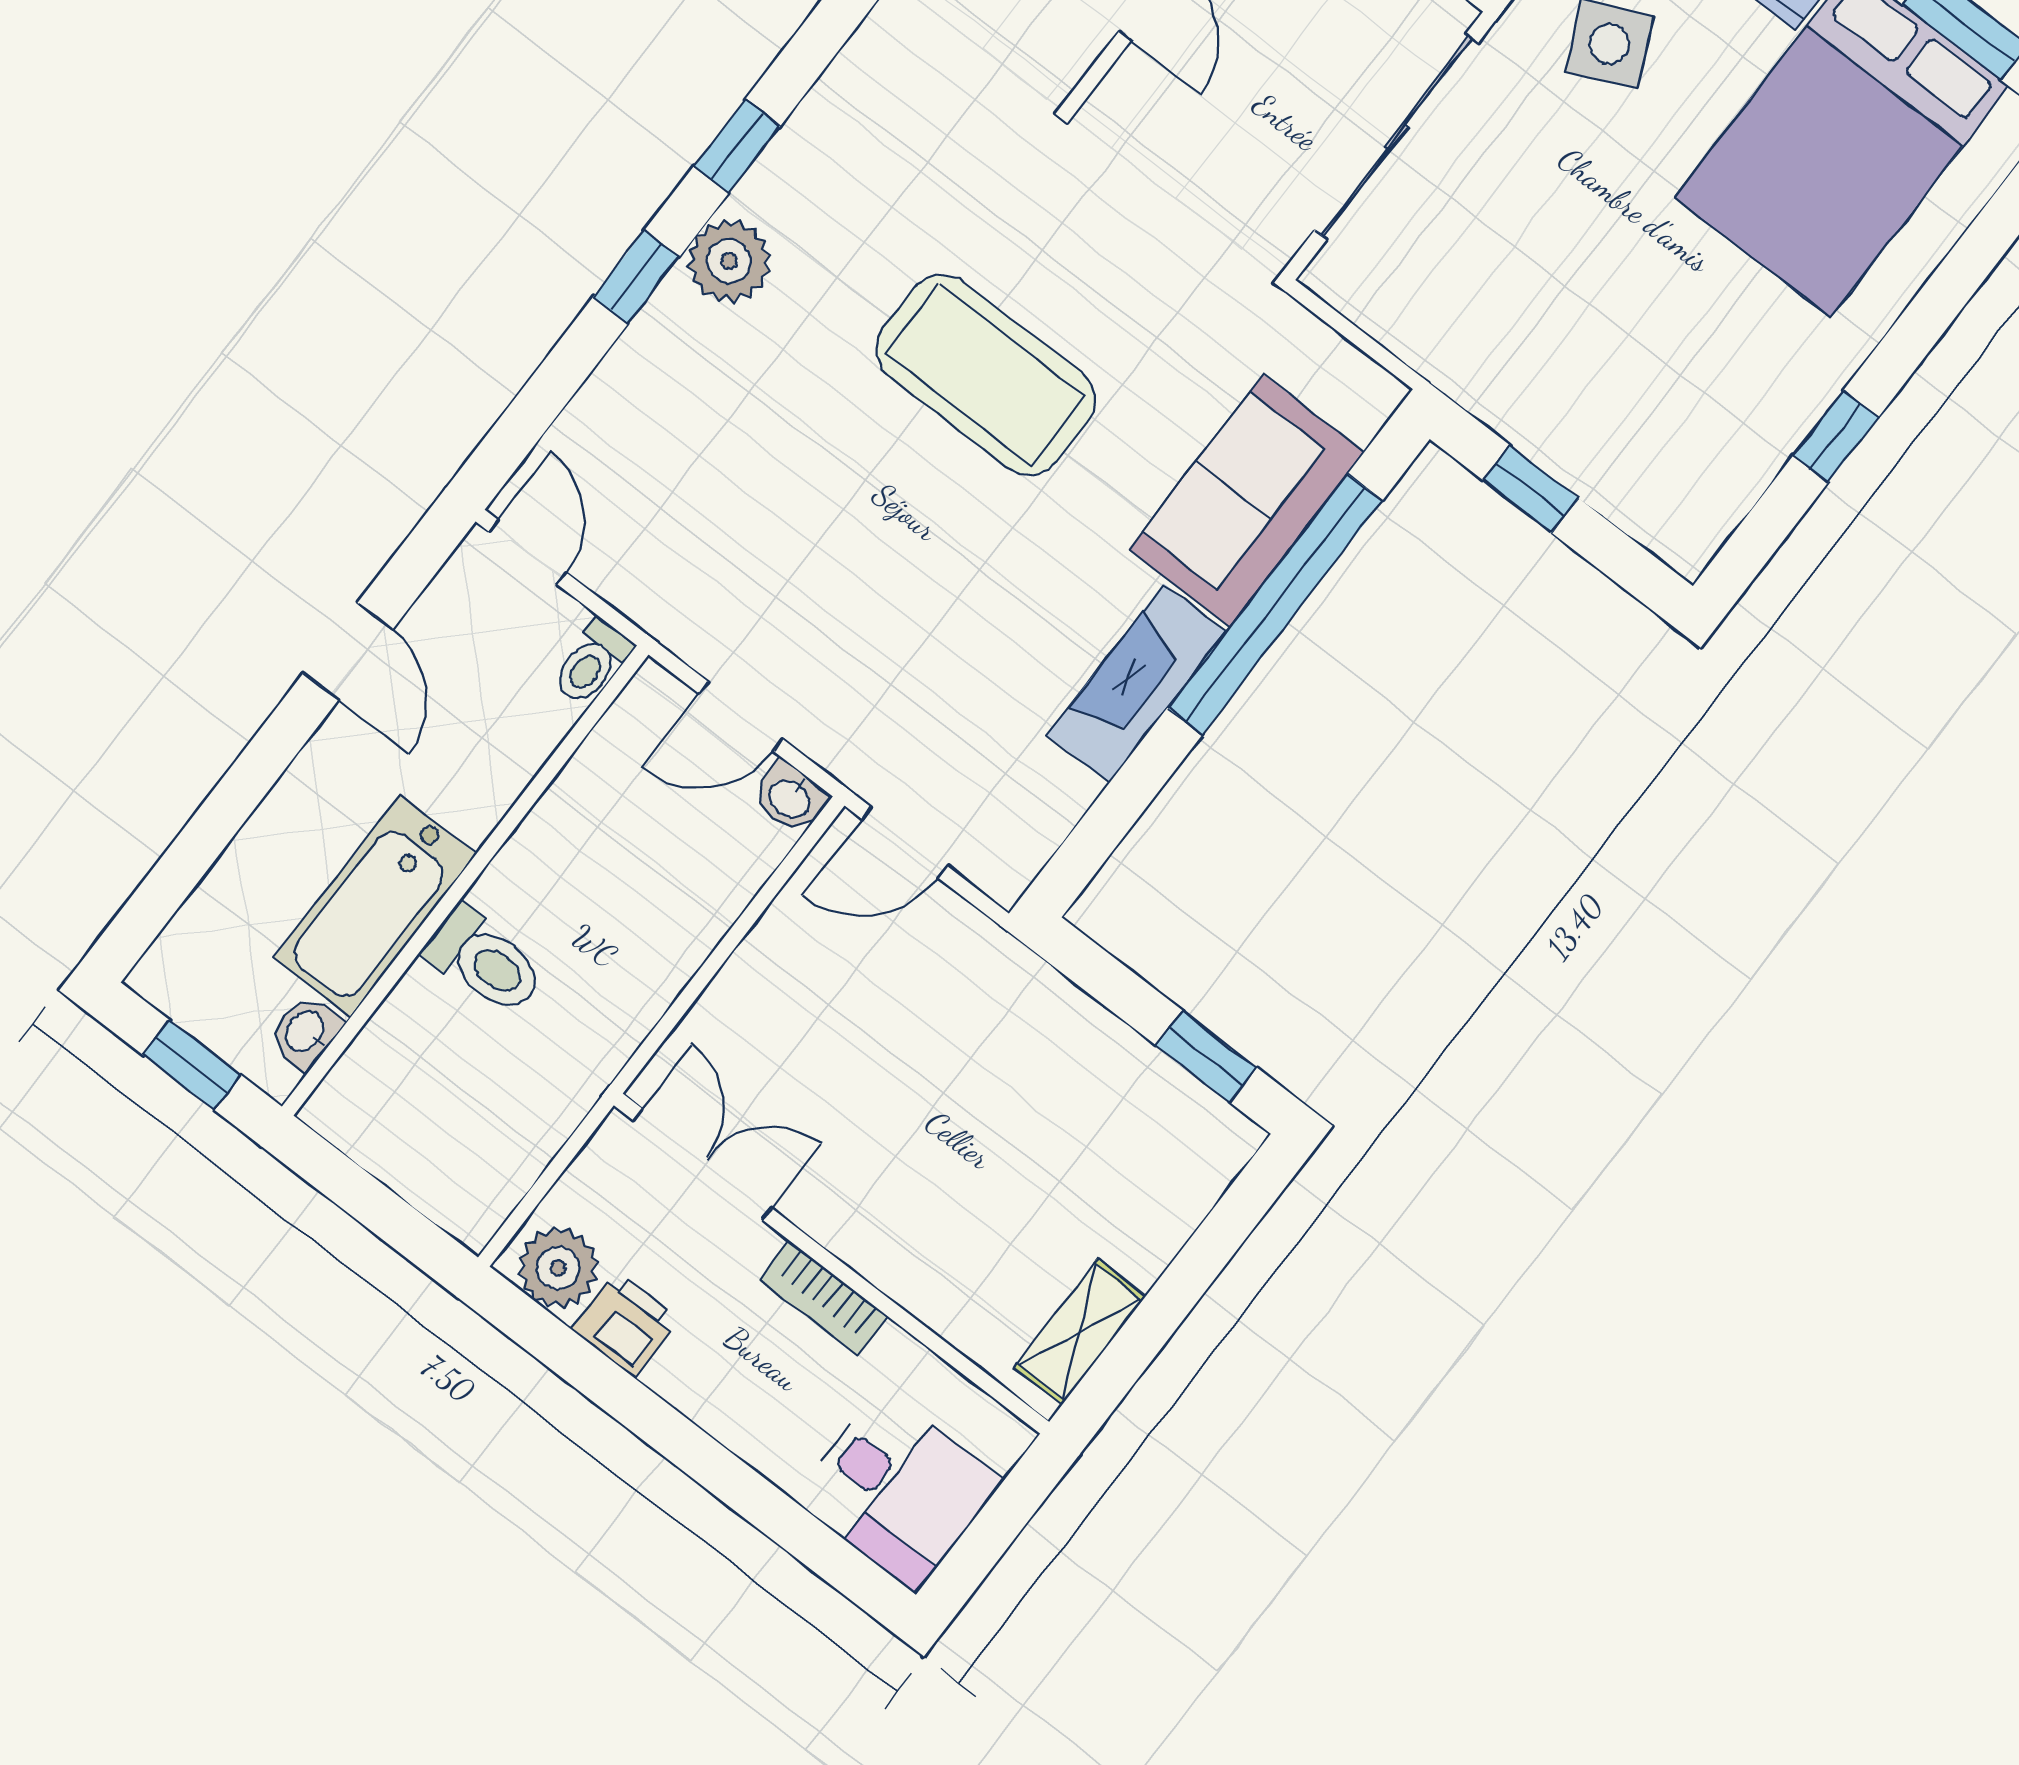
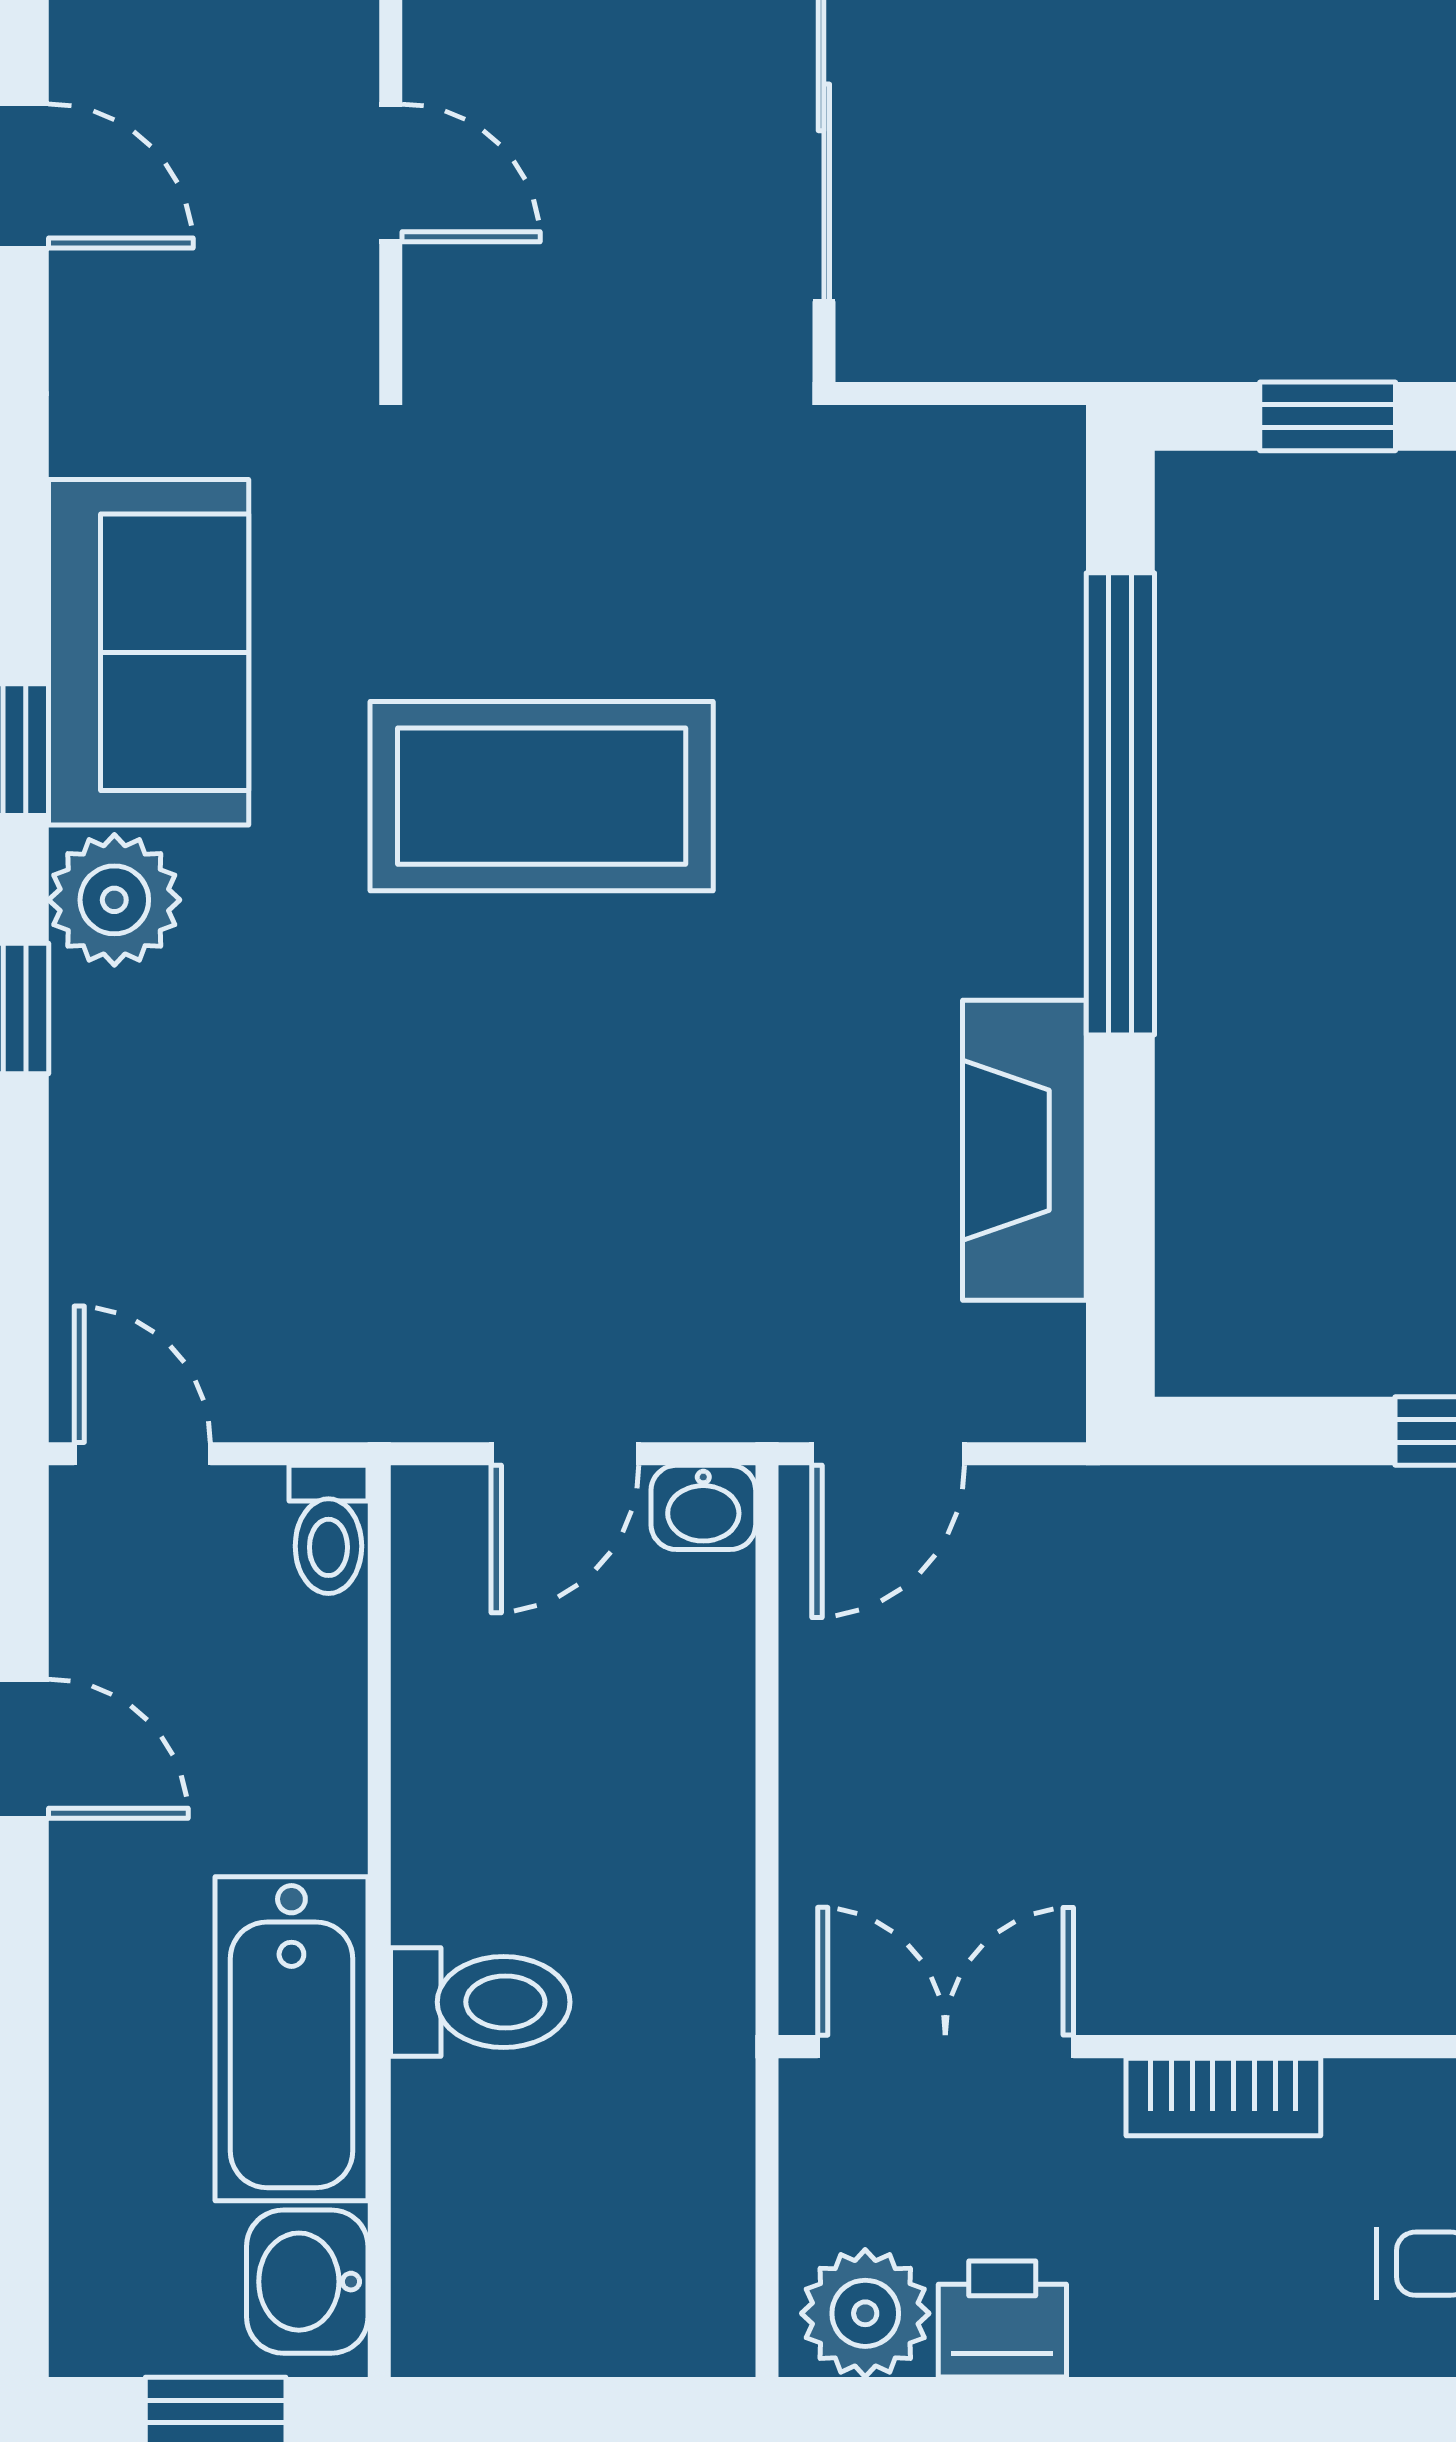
sofa: (1247, 501) -> (149, 652), moved, turned 180
fireplace: (1137, 684) -> (1024, 1150), moved
washbasin: (306, 1032) -> (307, 2282), width x1.38, depth x1.45

